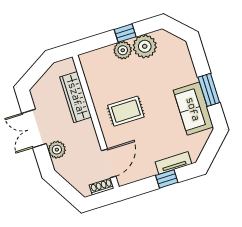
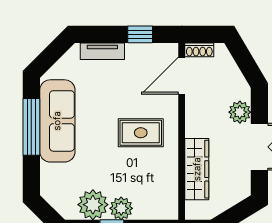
window: (209, 90) -> (31, 127), width x1.44
sofa: (193, 109) -> (57, 121), width x1.36
window: (167, 179) -> (140, 34), moved

